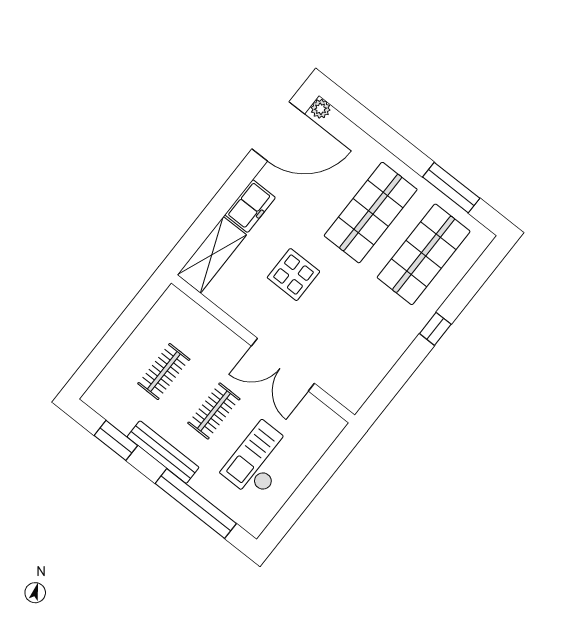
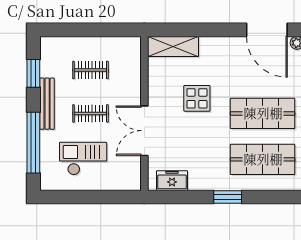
freezer: (250, 206) -> (172, 181), moved, turned 180
window: (435, 329) -> (228, 197), width x1.50

